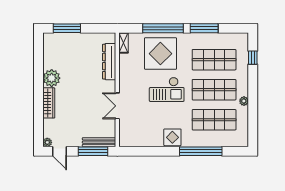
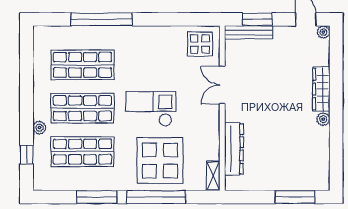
plant: (52, 78) -> (323, 119), width x0.53, depth x0.53
plant: (244, 101) -> (39, 128), moved
double door: (117, 106) -> (222, 85), swing flipped
display table: (172, 137) -> (200, 44), moved
window: (93, 151) -> (257, 19), width x0.69

